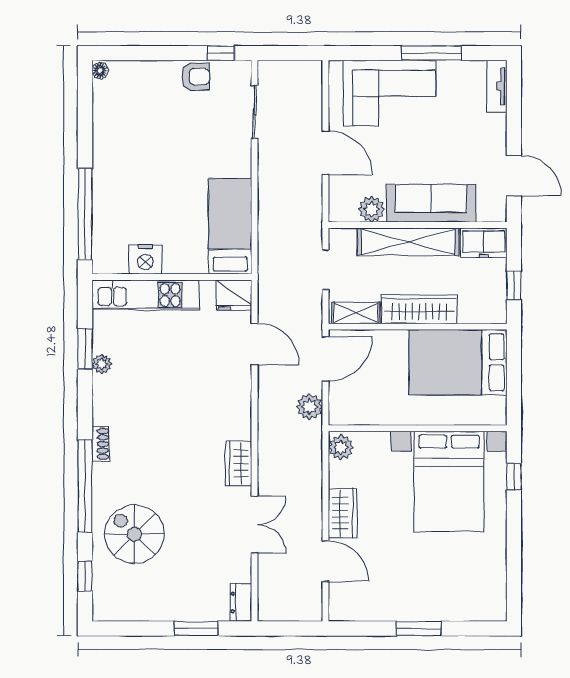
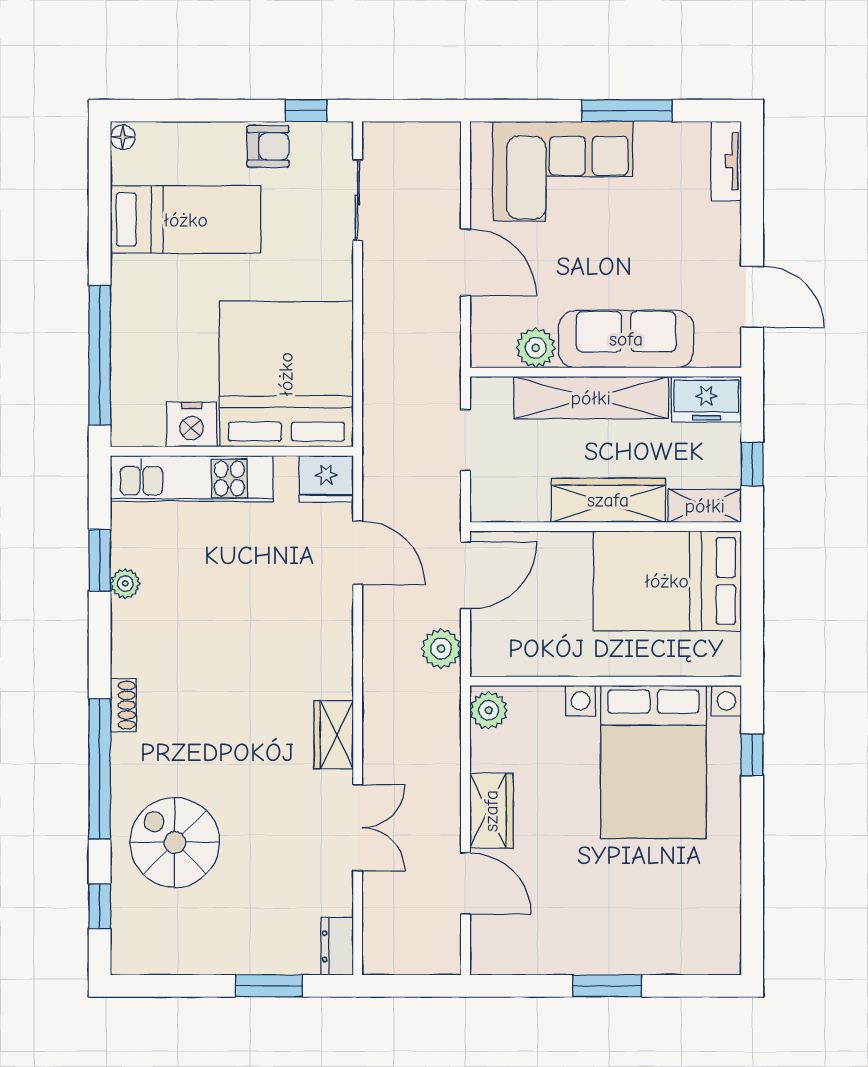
bed: (142, 125) -> (186, 220), added
bed: (230, 226) -> (286, 374), width x2.04
shelving: (356, 313) -> (705, 506), moved

